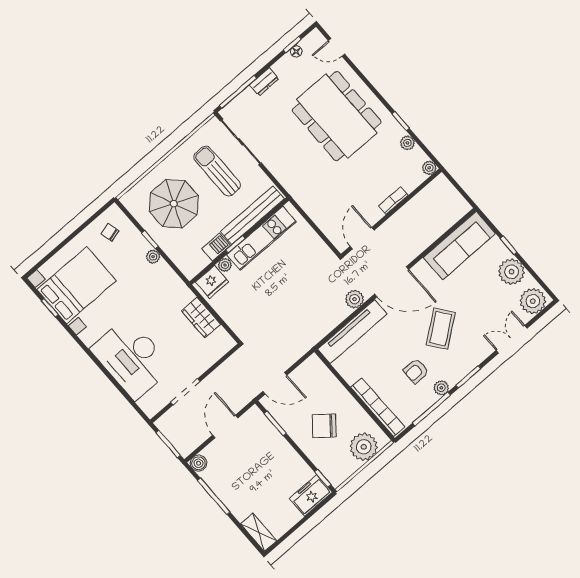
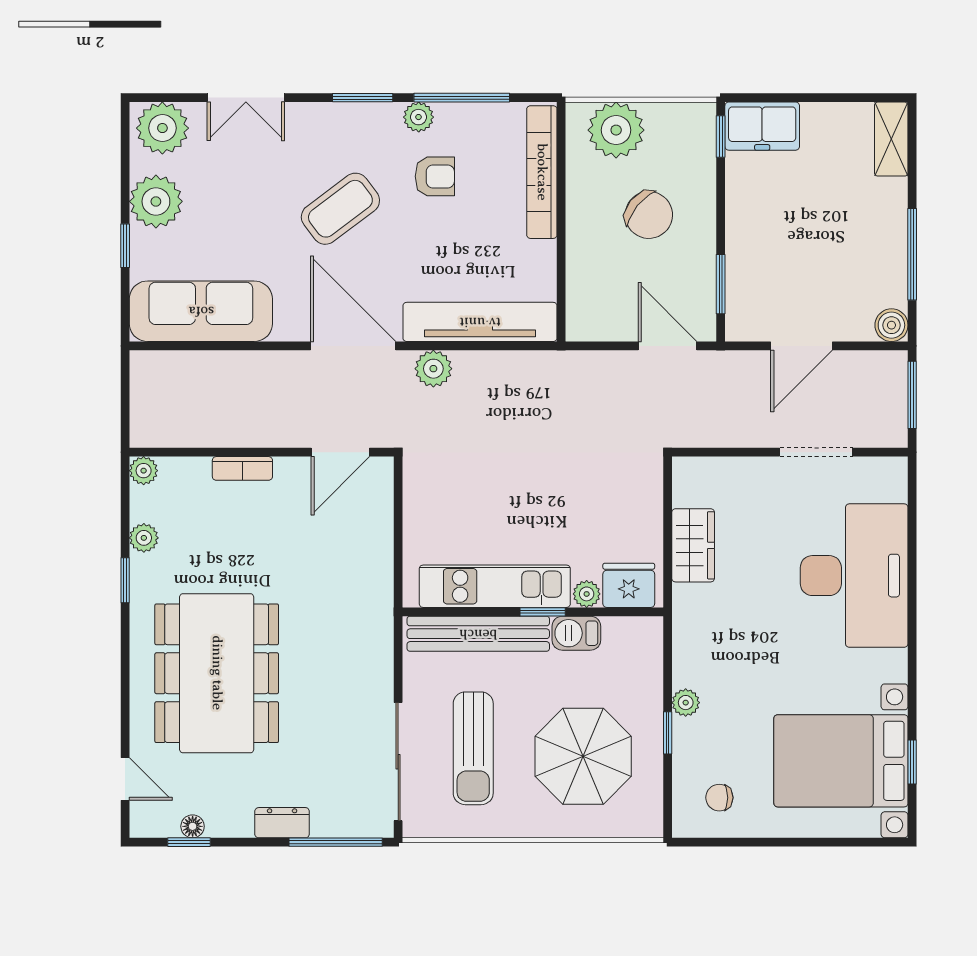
chair: (110, 232) -> (719, 798), turned 105

